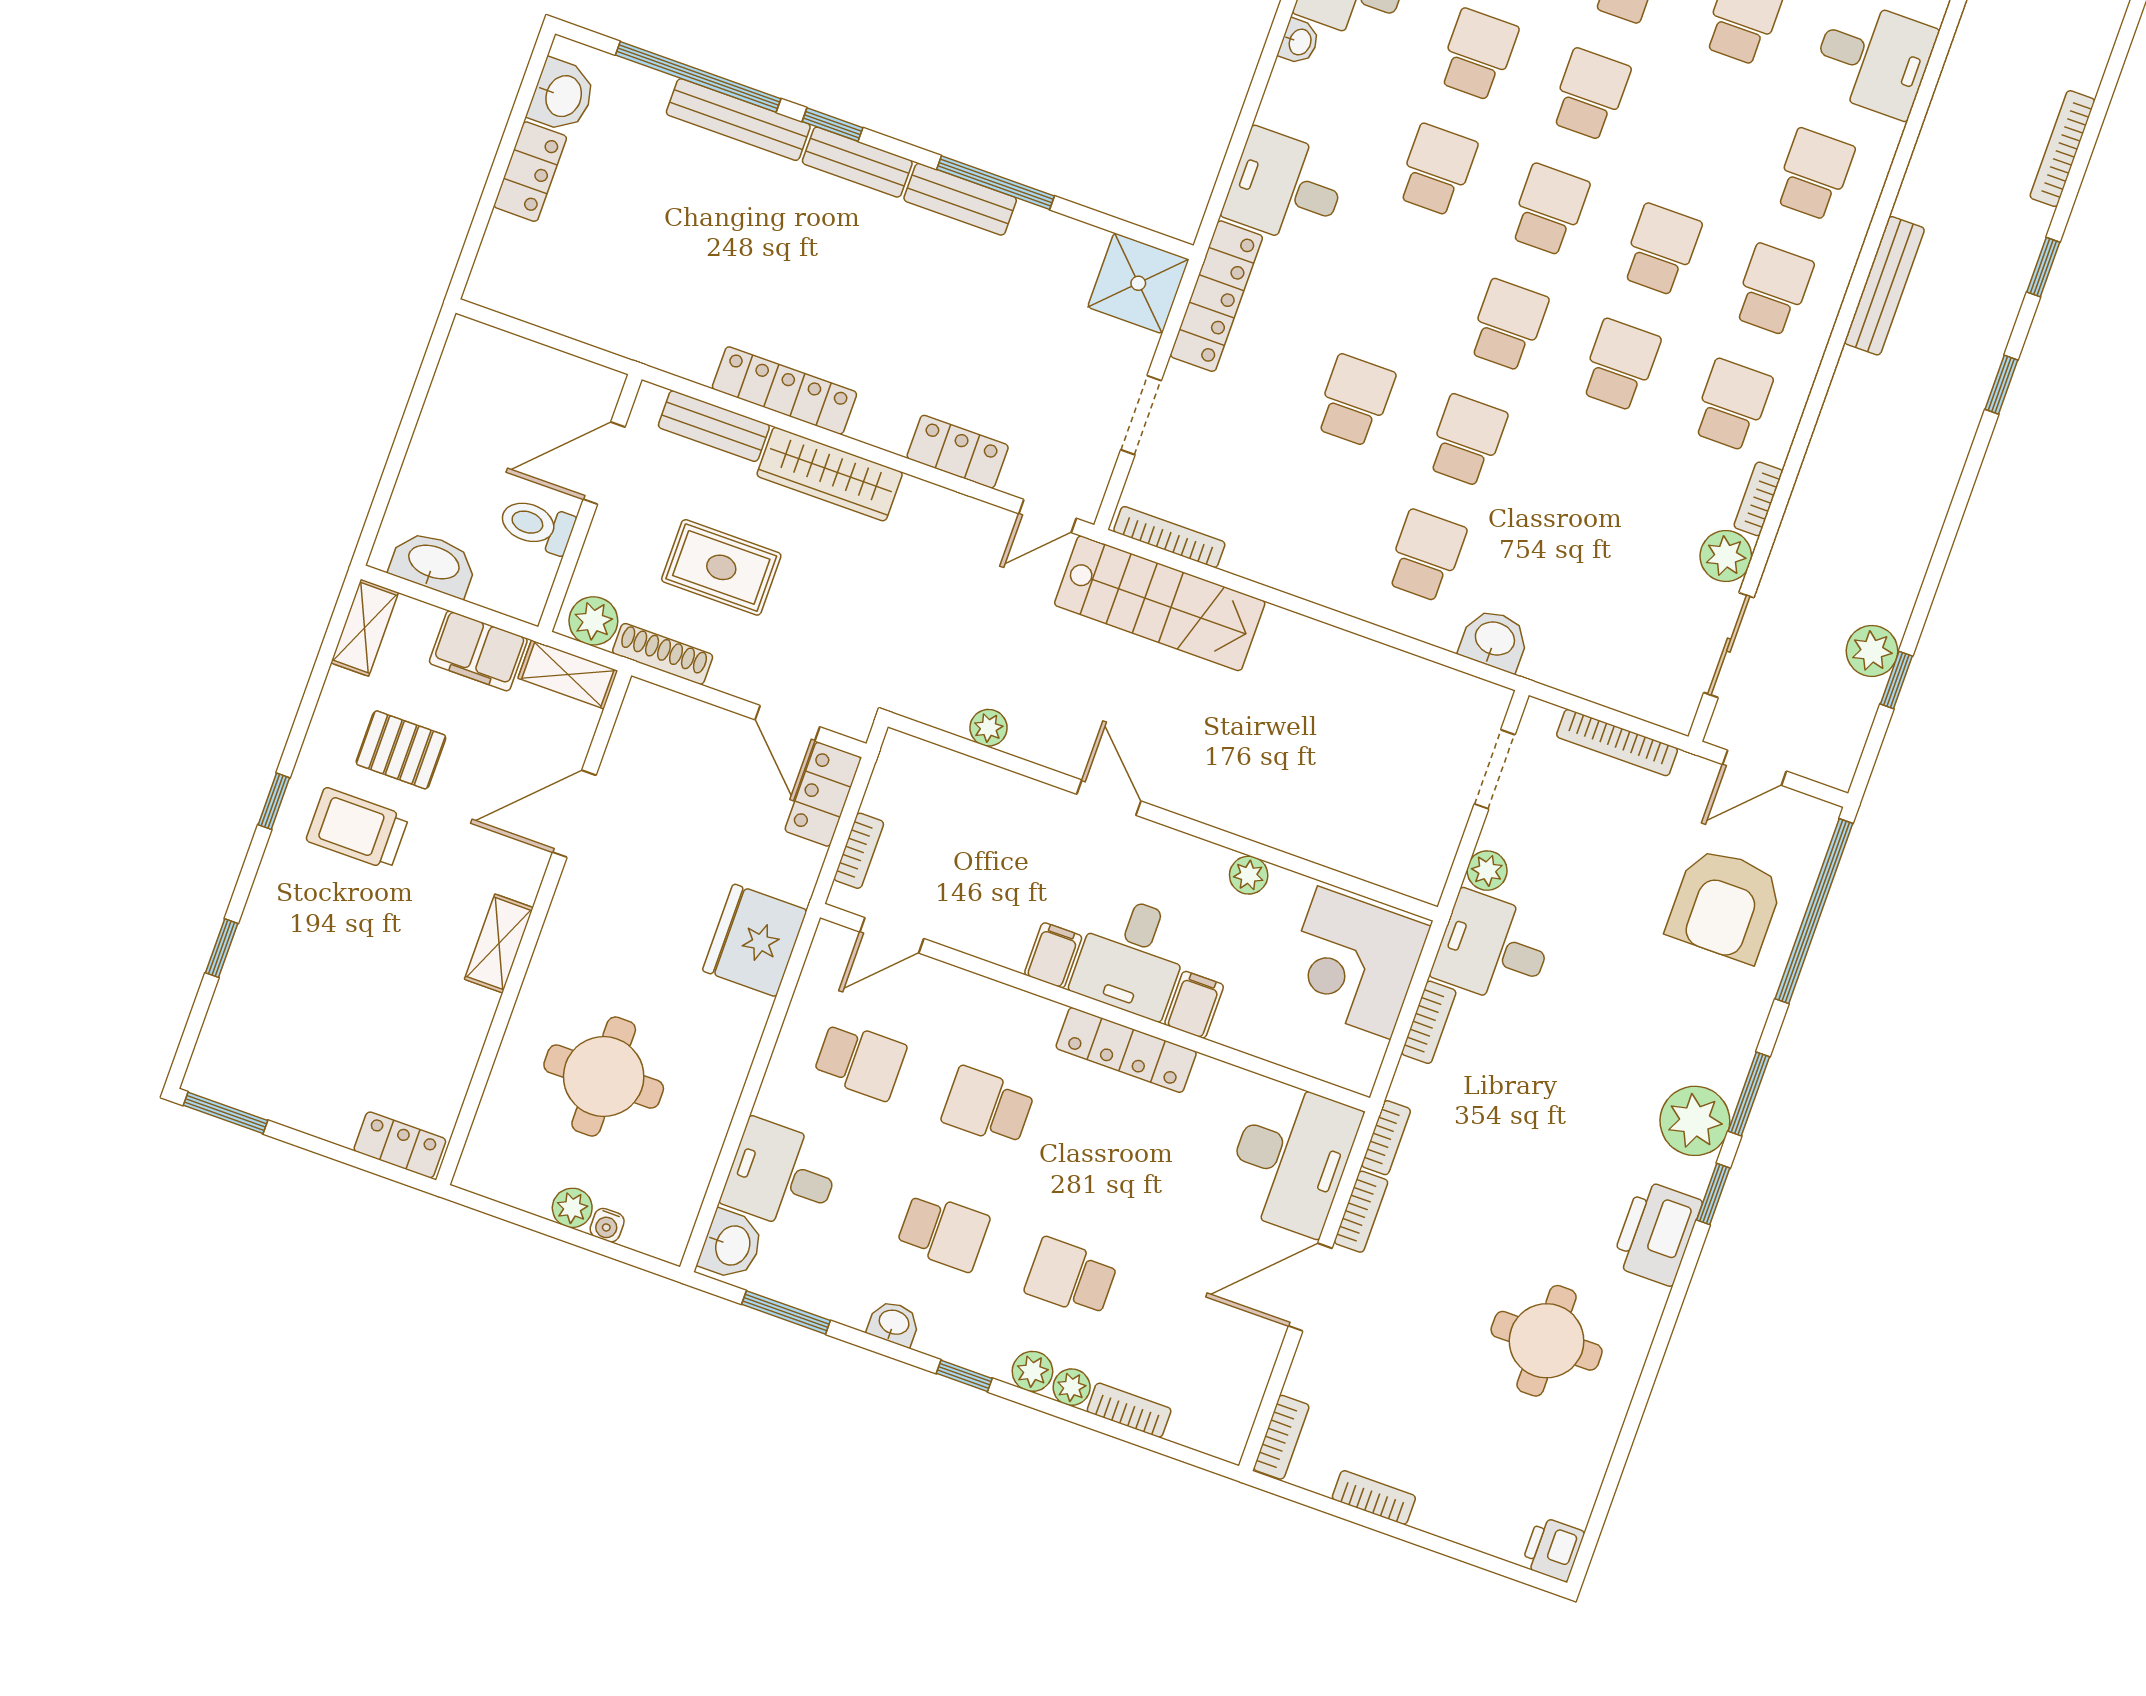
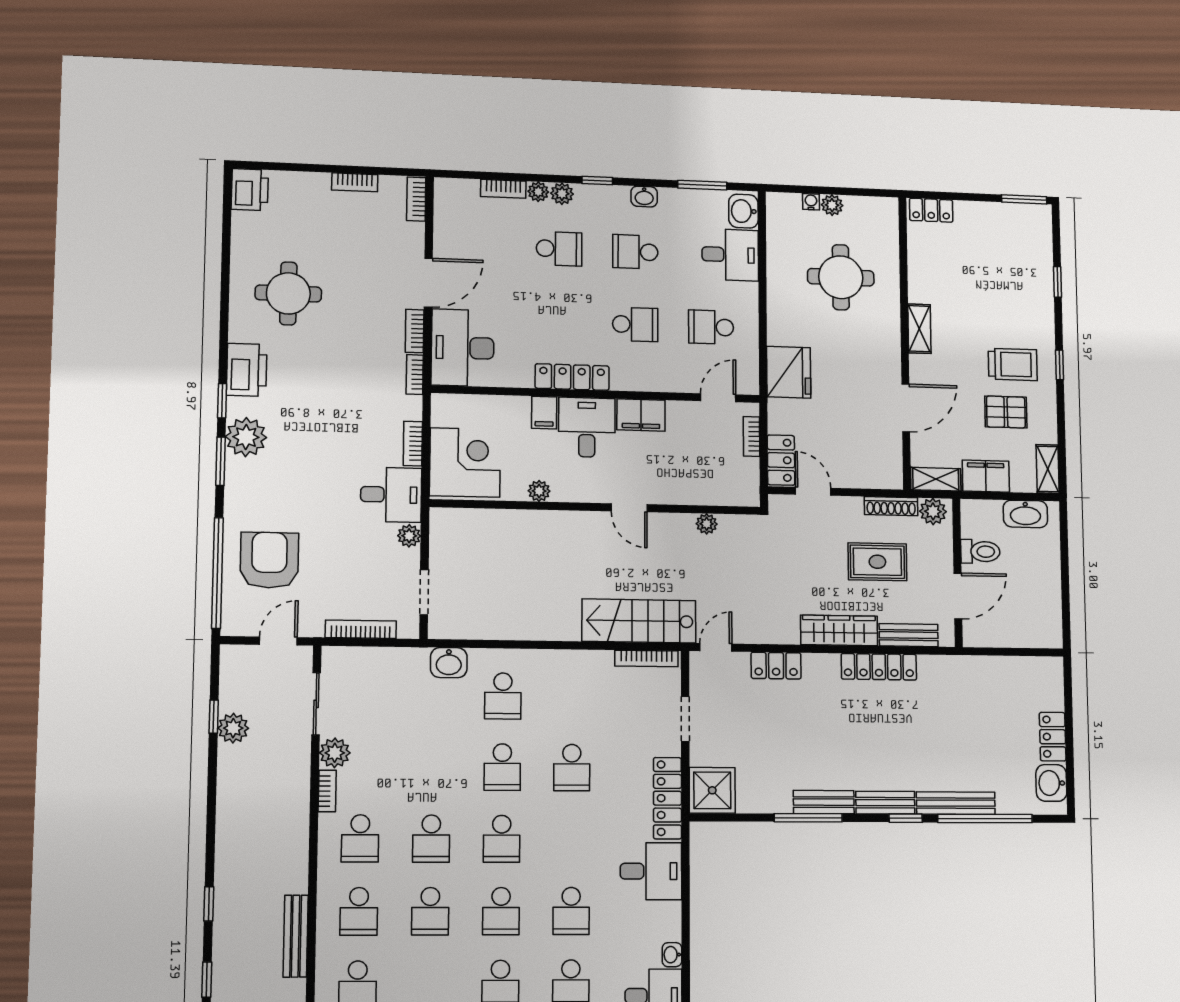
filing cabinet: (1053, 955) -> (641, 415), width x2.00
printer: (1553, 1549) -> (250, 190), width x1.36, depth x1.24

